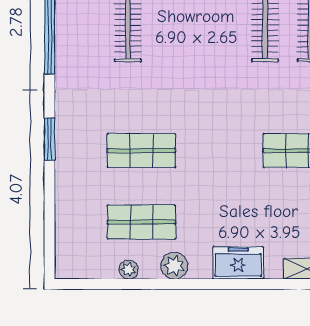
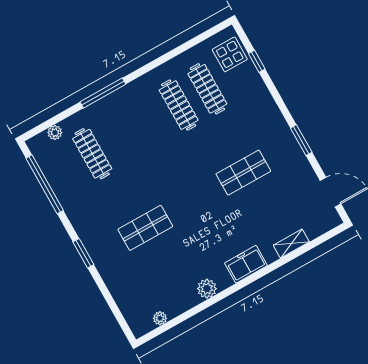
shop shelf: (141, 222) -> (171, 273), removed
plant: (129, 270) -> (160, 318), moved

